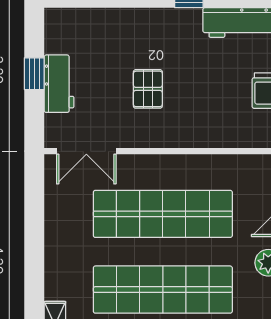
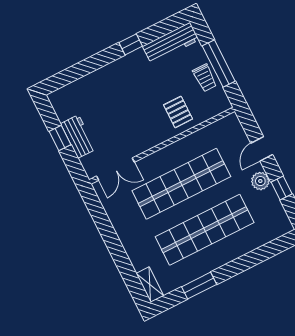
pallet: (148, 89) -> (178, 112), moved

